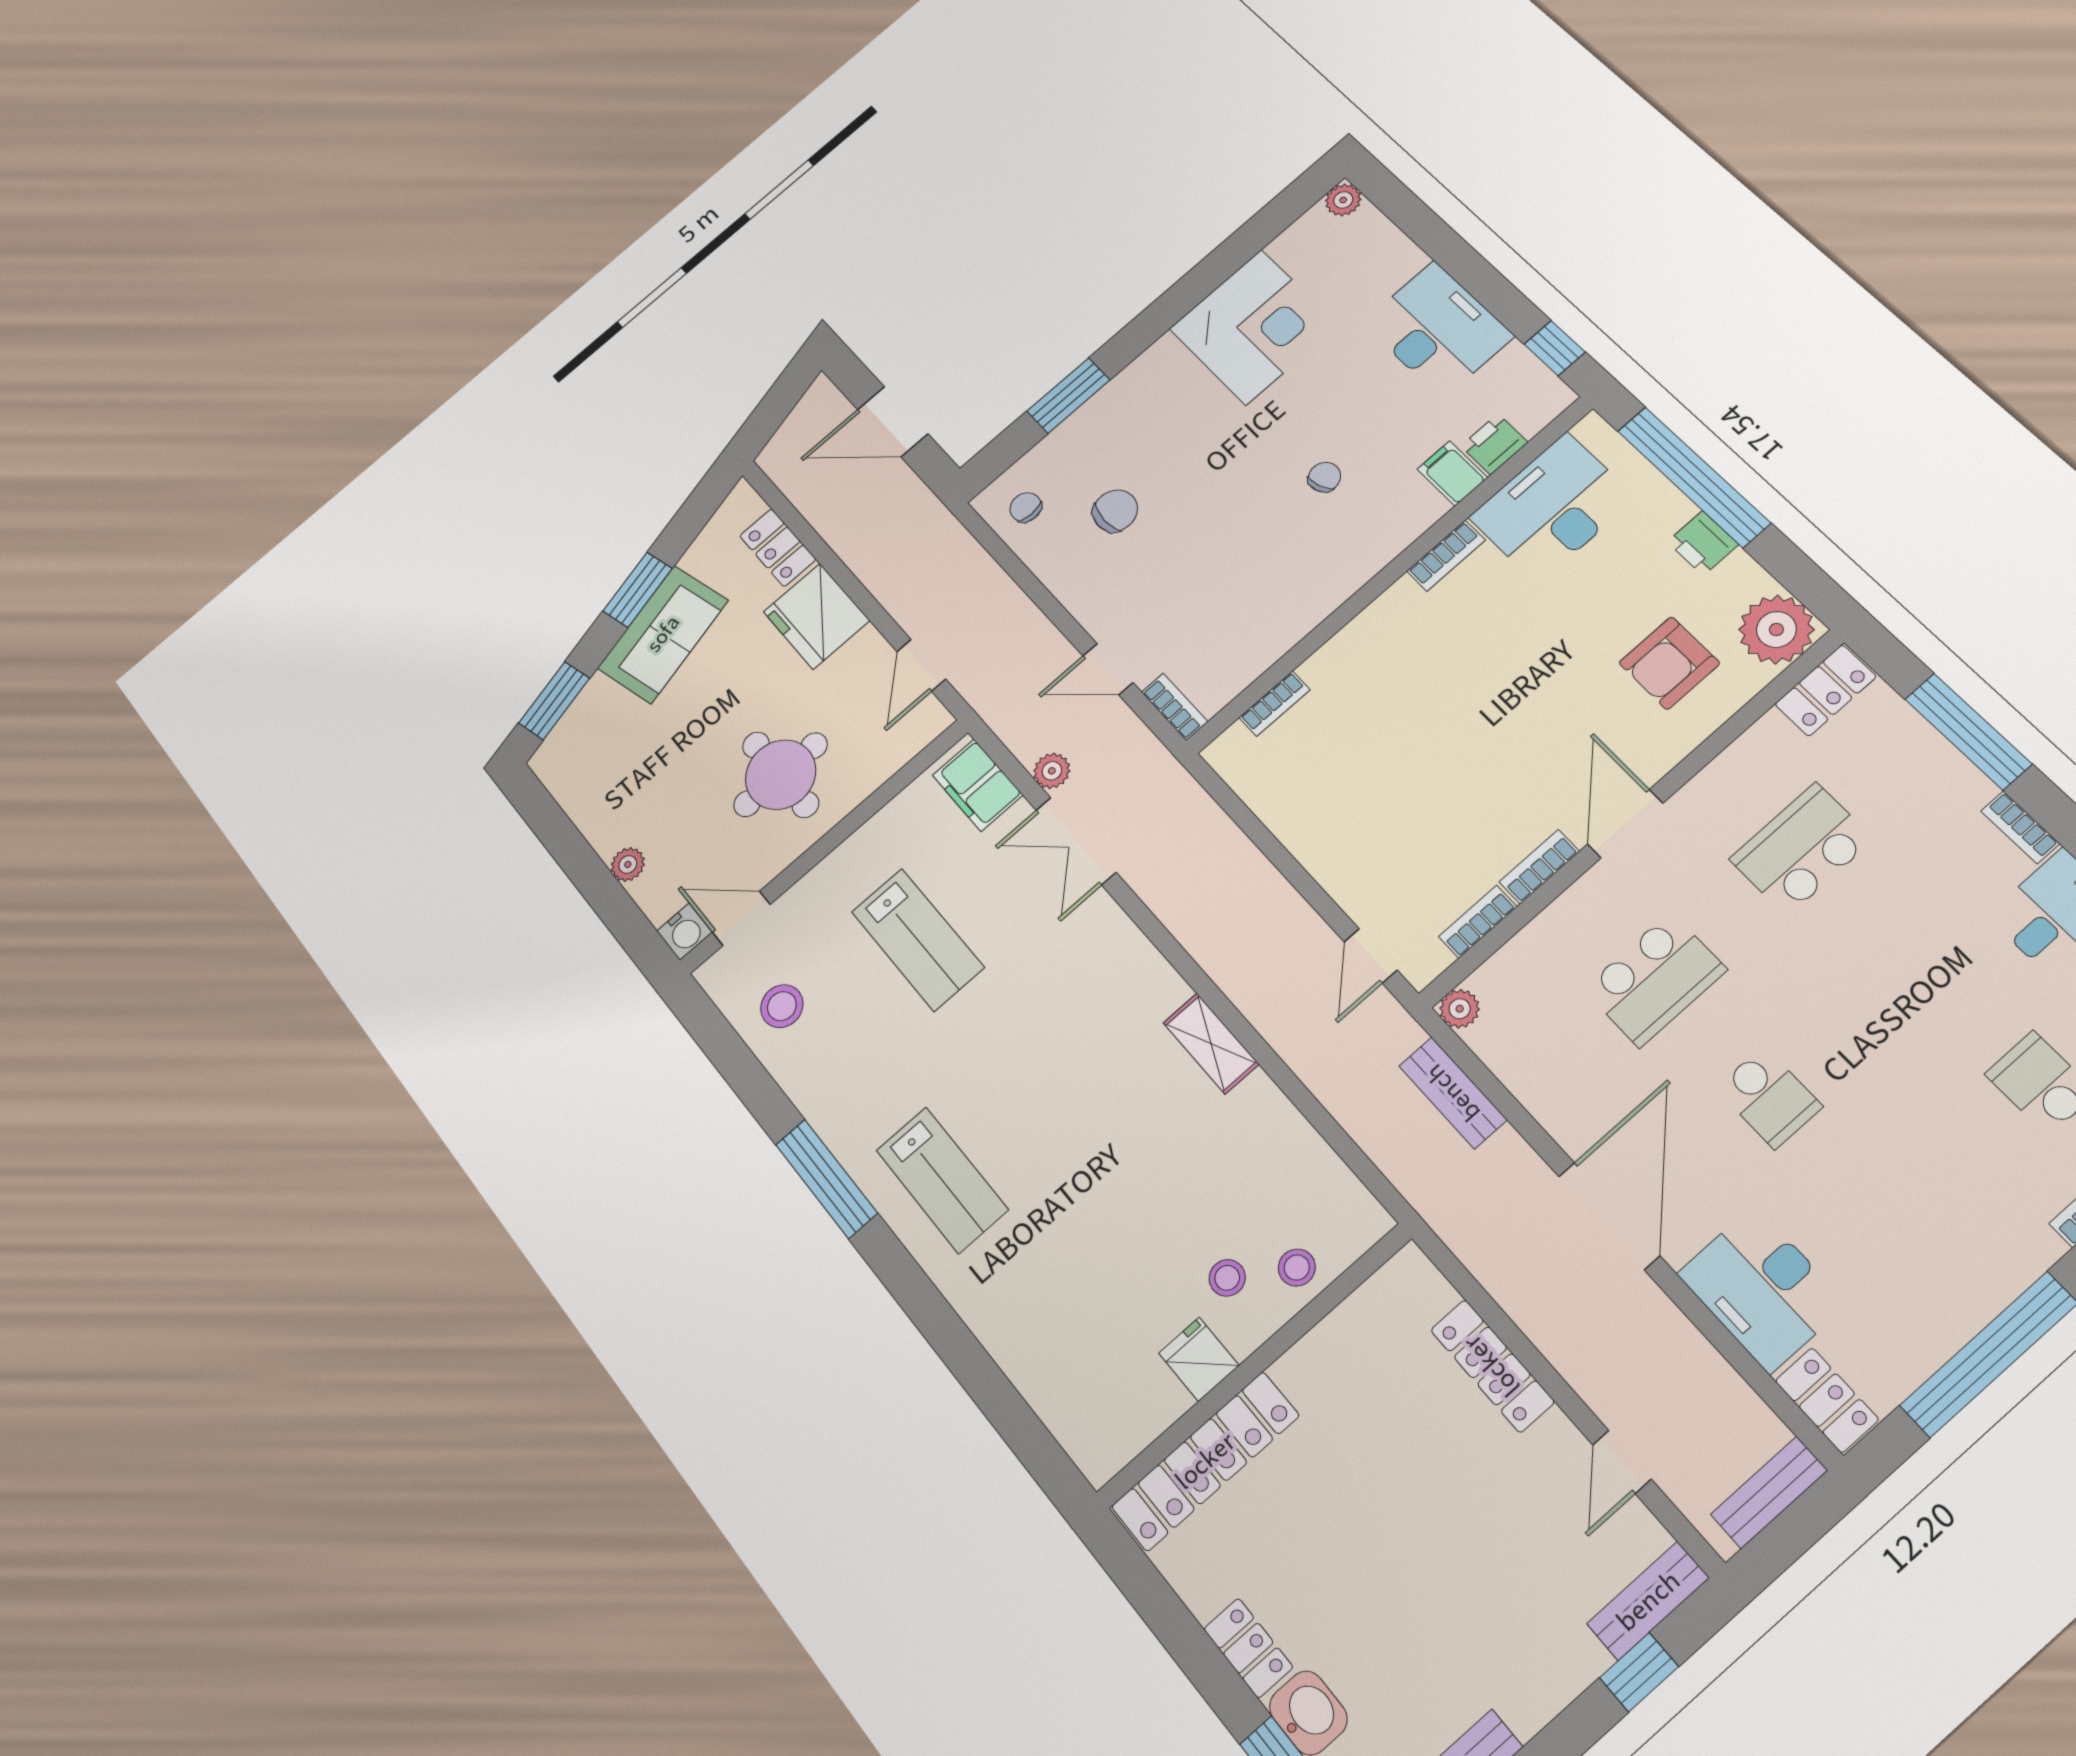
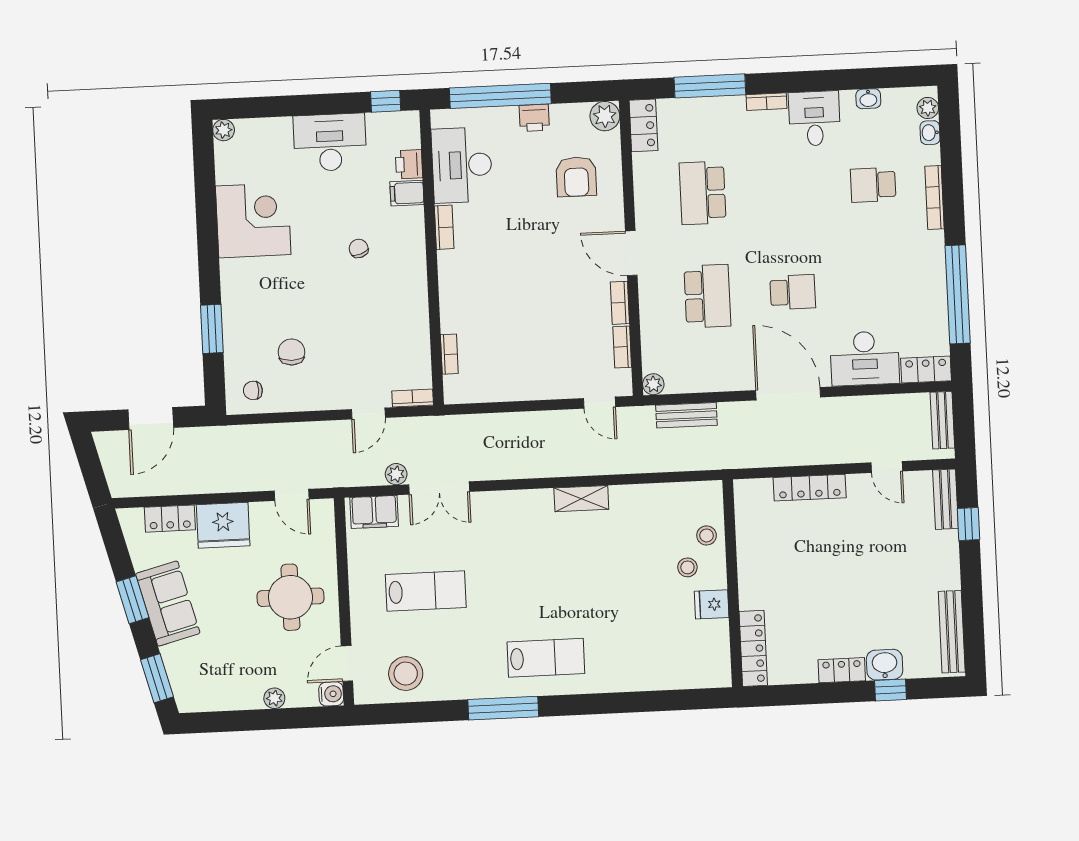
plant: (1776, 629) -> (605, 116), width x0.73, depth x0.73
stool: (782, 1006) -> (406, 674), width x1.38, depth x1.38
locker: (1205, 1461) -> (753, 648), width x0.71, depth x0.83

